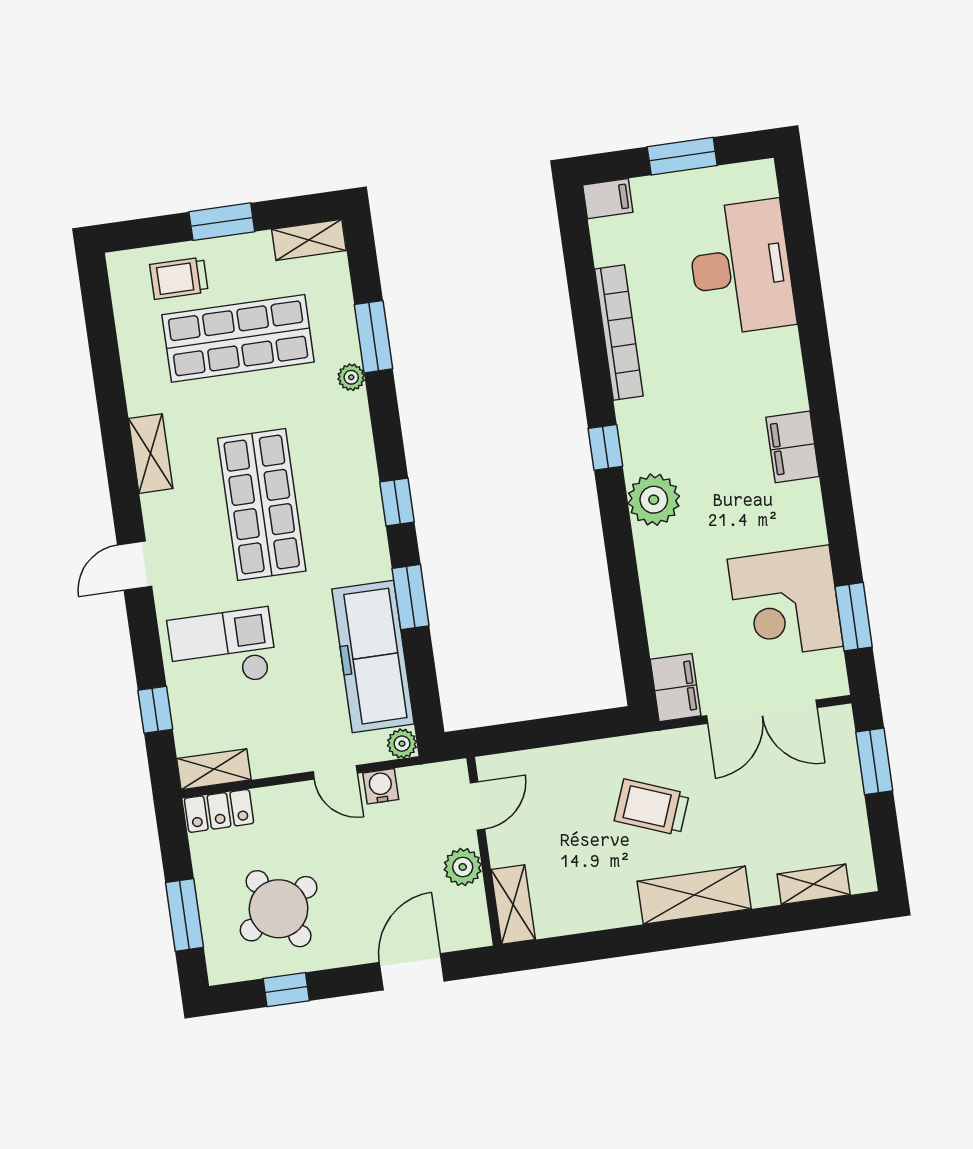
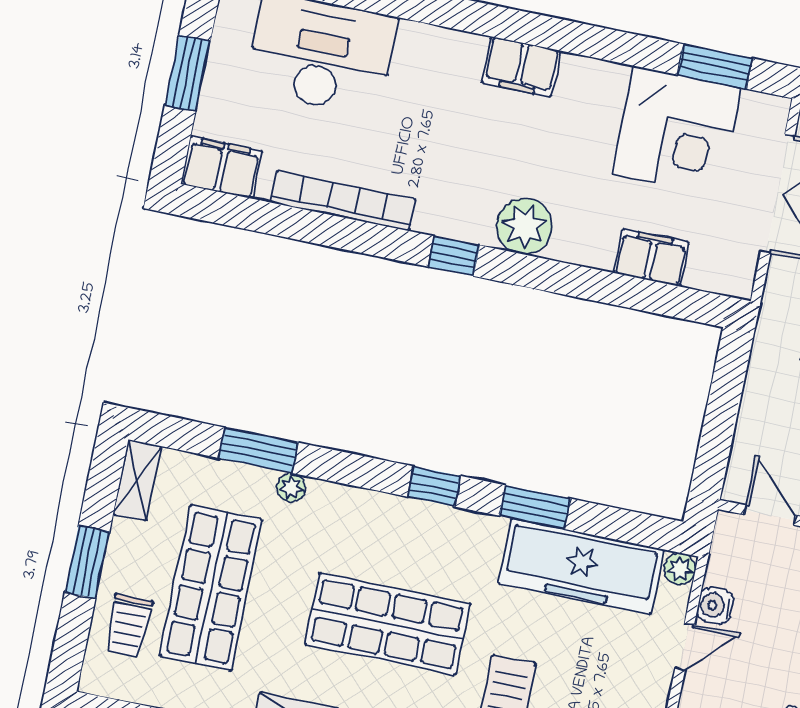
filing cabinet: (608, 199) -> (222, 167), width x2.00
filing cabinet: (675, 688) -> (651, 258), moved

